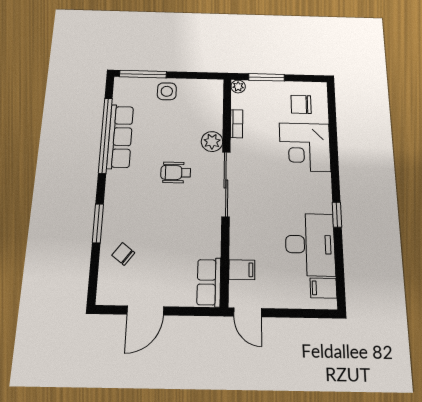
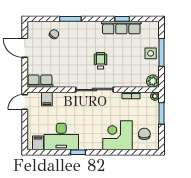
window: (143, 74) -> (161, 52), moved
window: (105, 135) -> (122, 19), width x0.32
plant: (212, 142) -> (153, 81), moved

